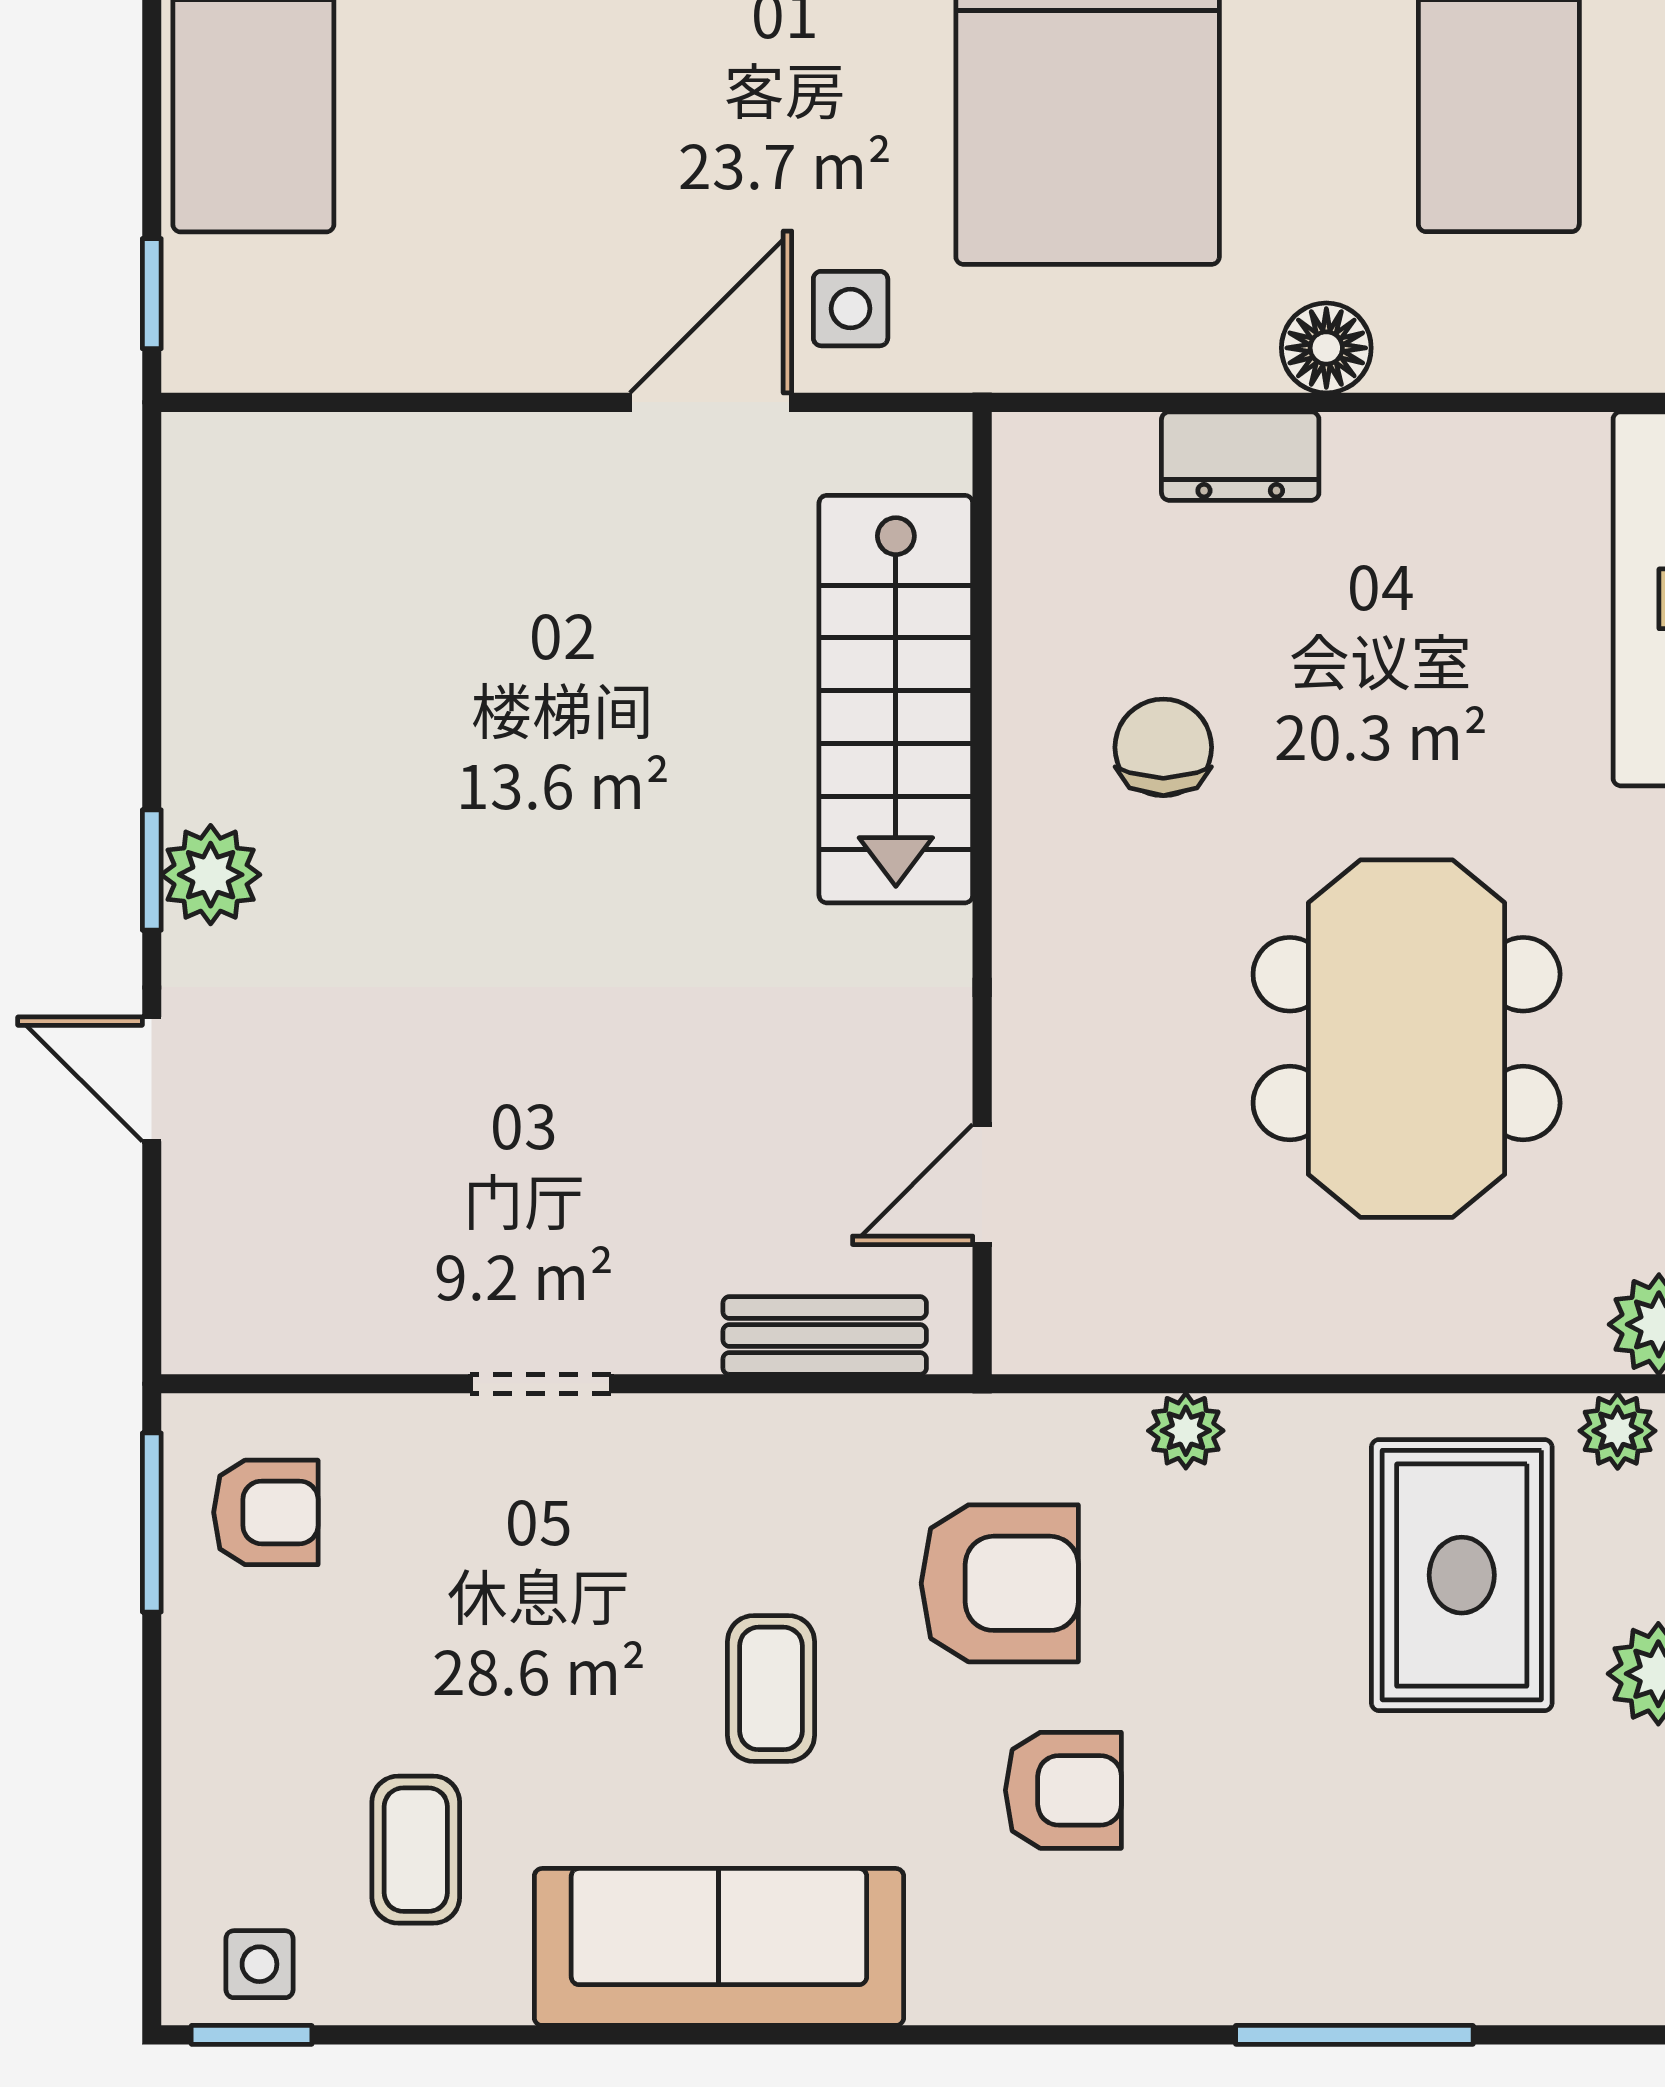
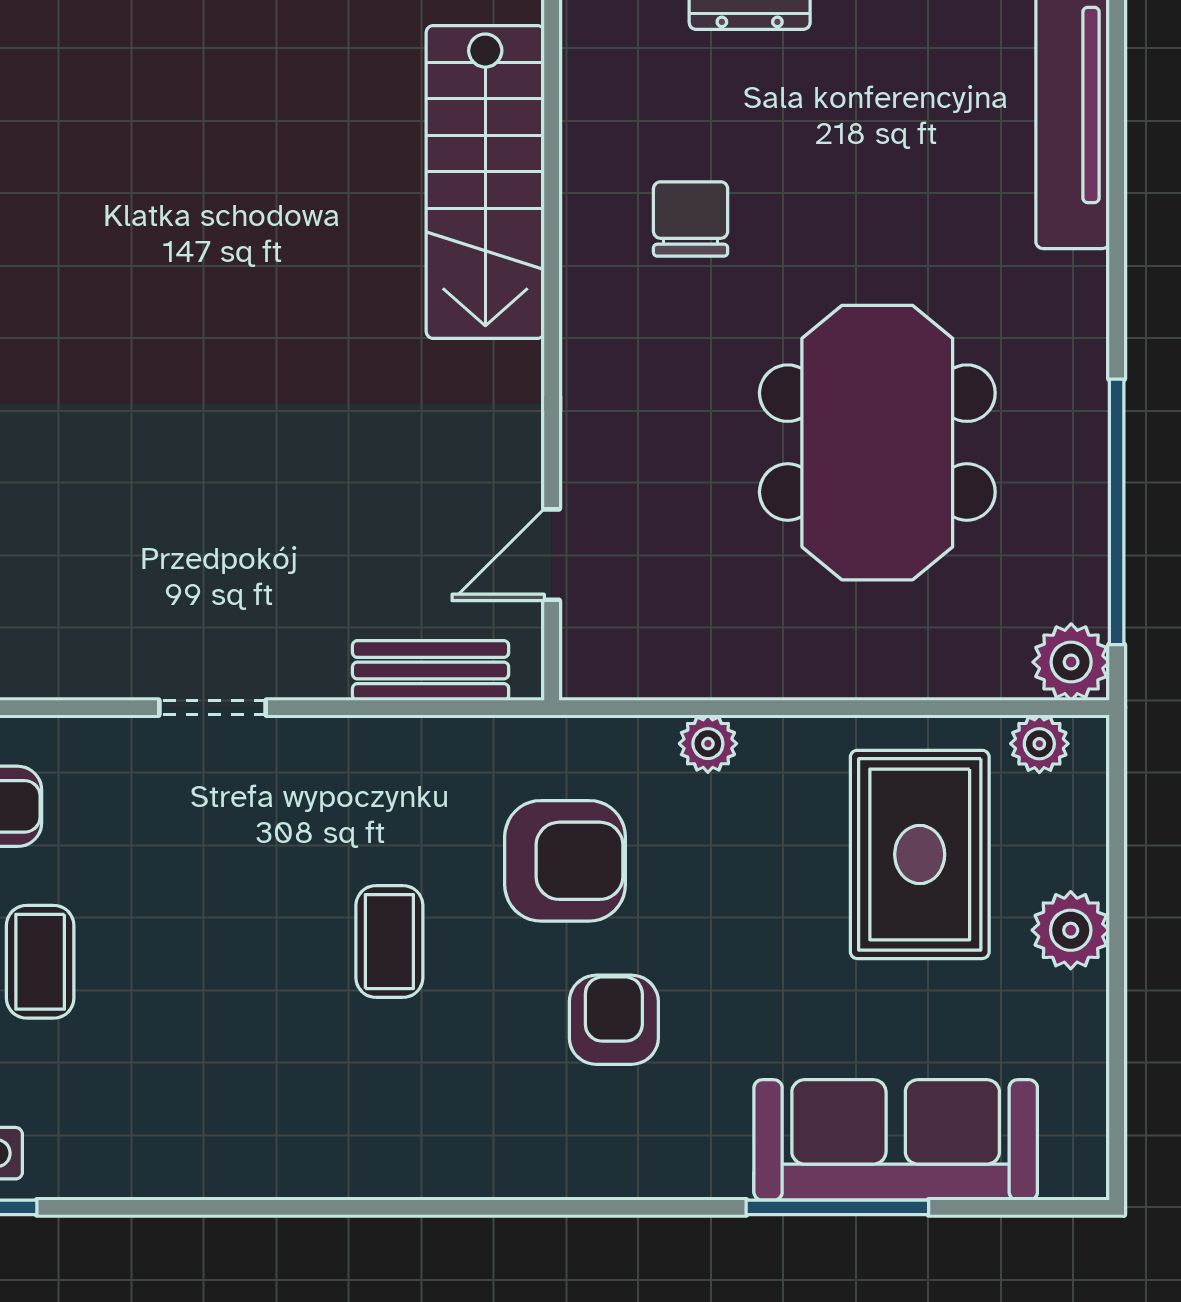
armchair: (1063, 1790) -> (614, 1020), turned -90
coffee table: (416, 1850) -> (40, 962), moved
sofa: (719, 1947) -> (896, 1140), moved

